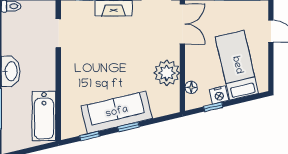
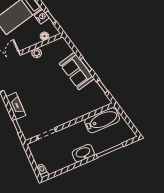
plant: (167, 73) -> (37, 53), width x0.53, depth x0.53
sofa: (117, 112) -> (77, 71), width x0.73

